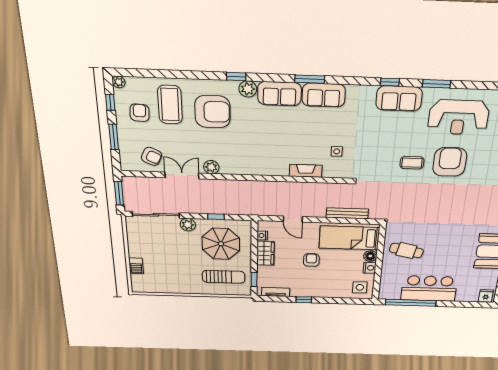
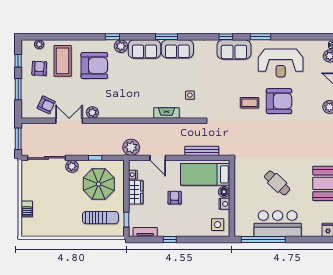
plant: (119, 82) -> (39, 44), moved
armchair: (450, 162) -> (279, 101), turned 90
plant: (260, 207) -> (131, 147), added
cafe table: (406, 251) -> (277, 183), moved, turned 31

